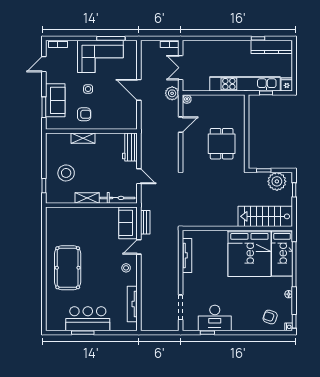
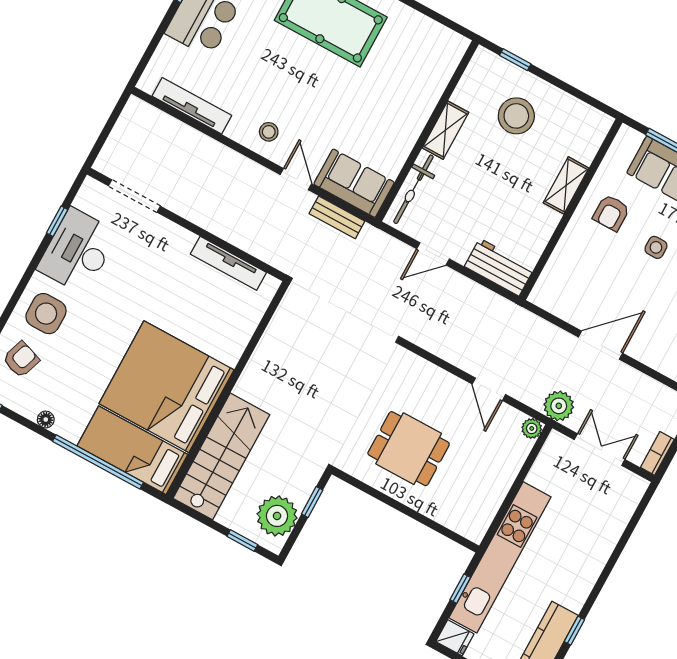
side table: (246, 317) -> (46, 314), added

